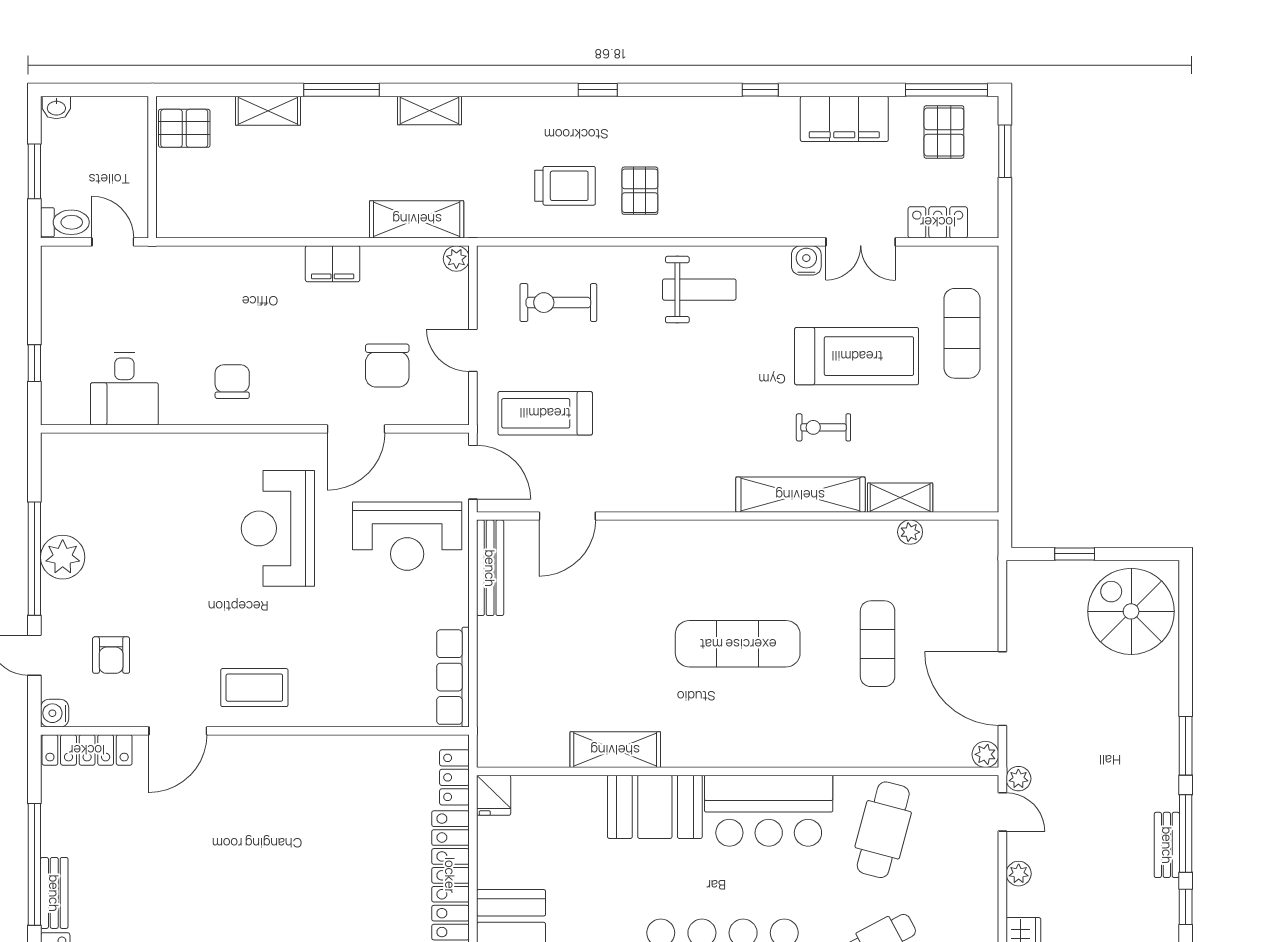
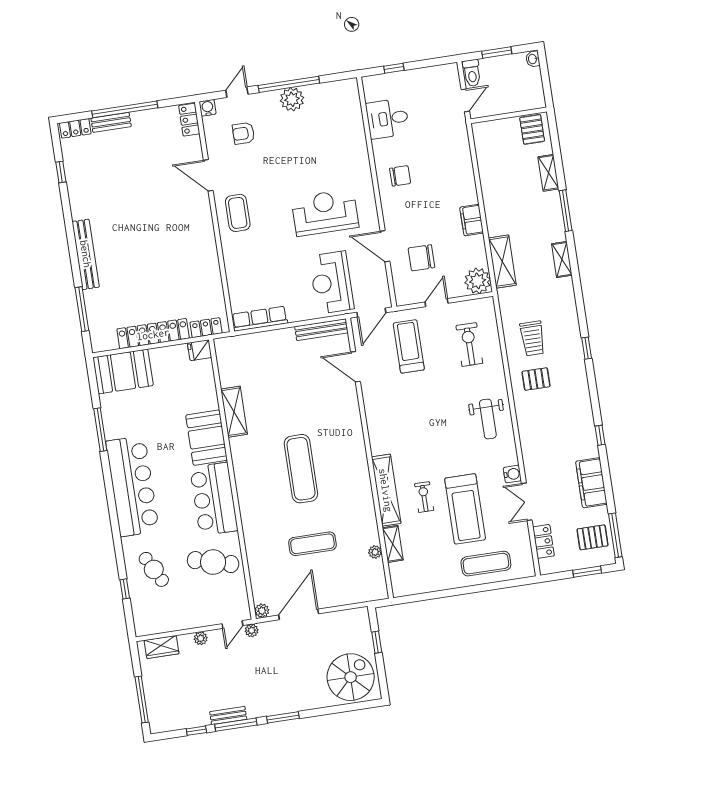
plant: (456, 259) -> (478, 281), width x1.87, depth x1.87
locker: (87, 750) -> (189, 120), width x0.66

